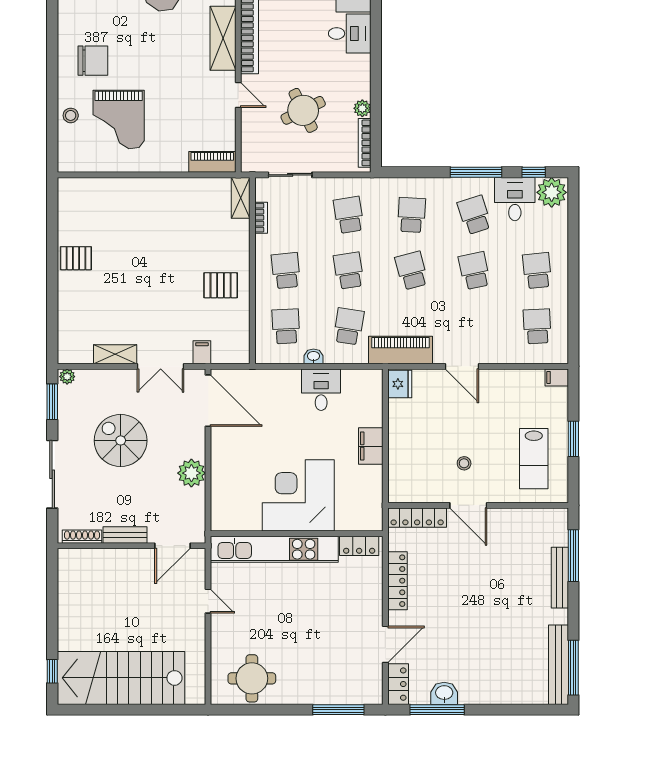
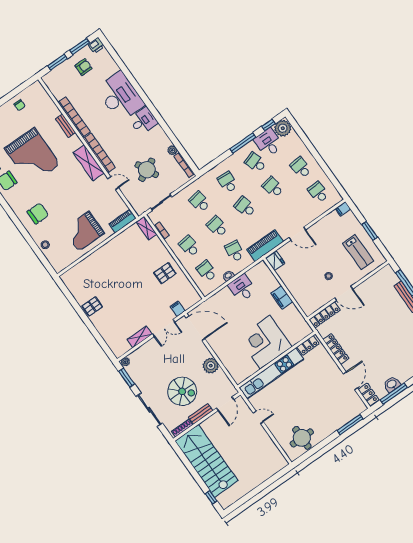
grand piano: (119, 119) -> (84, 231), moved, turned 90
spiral stairs: (121, 440) -> (182, 391), moved, turned 180
stairs: (121, 678) -> (206, 461), moved, turned 90

